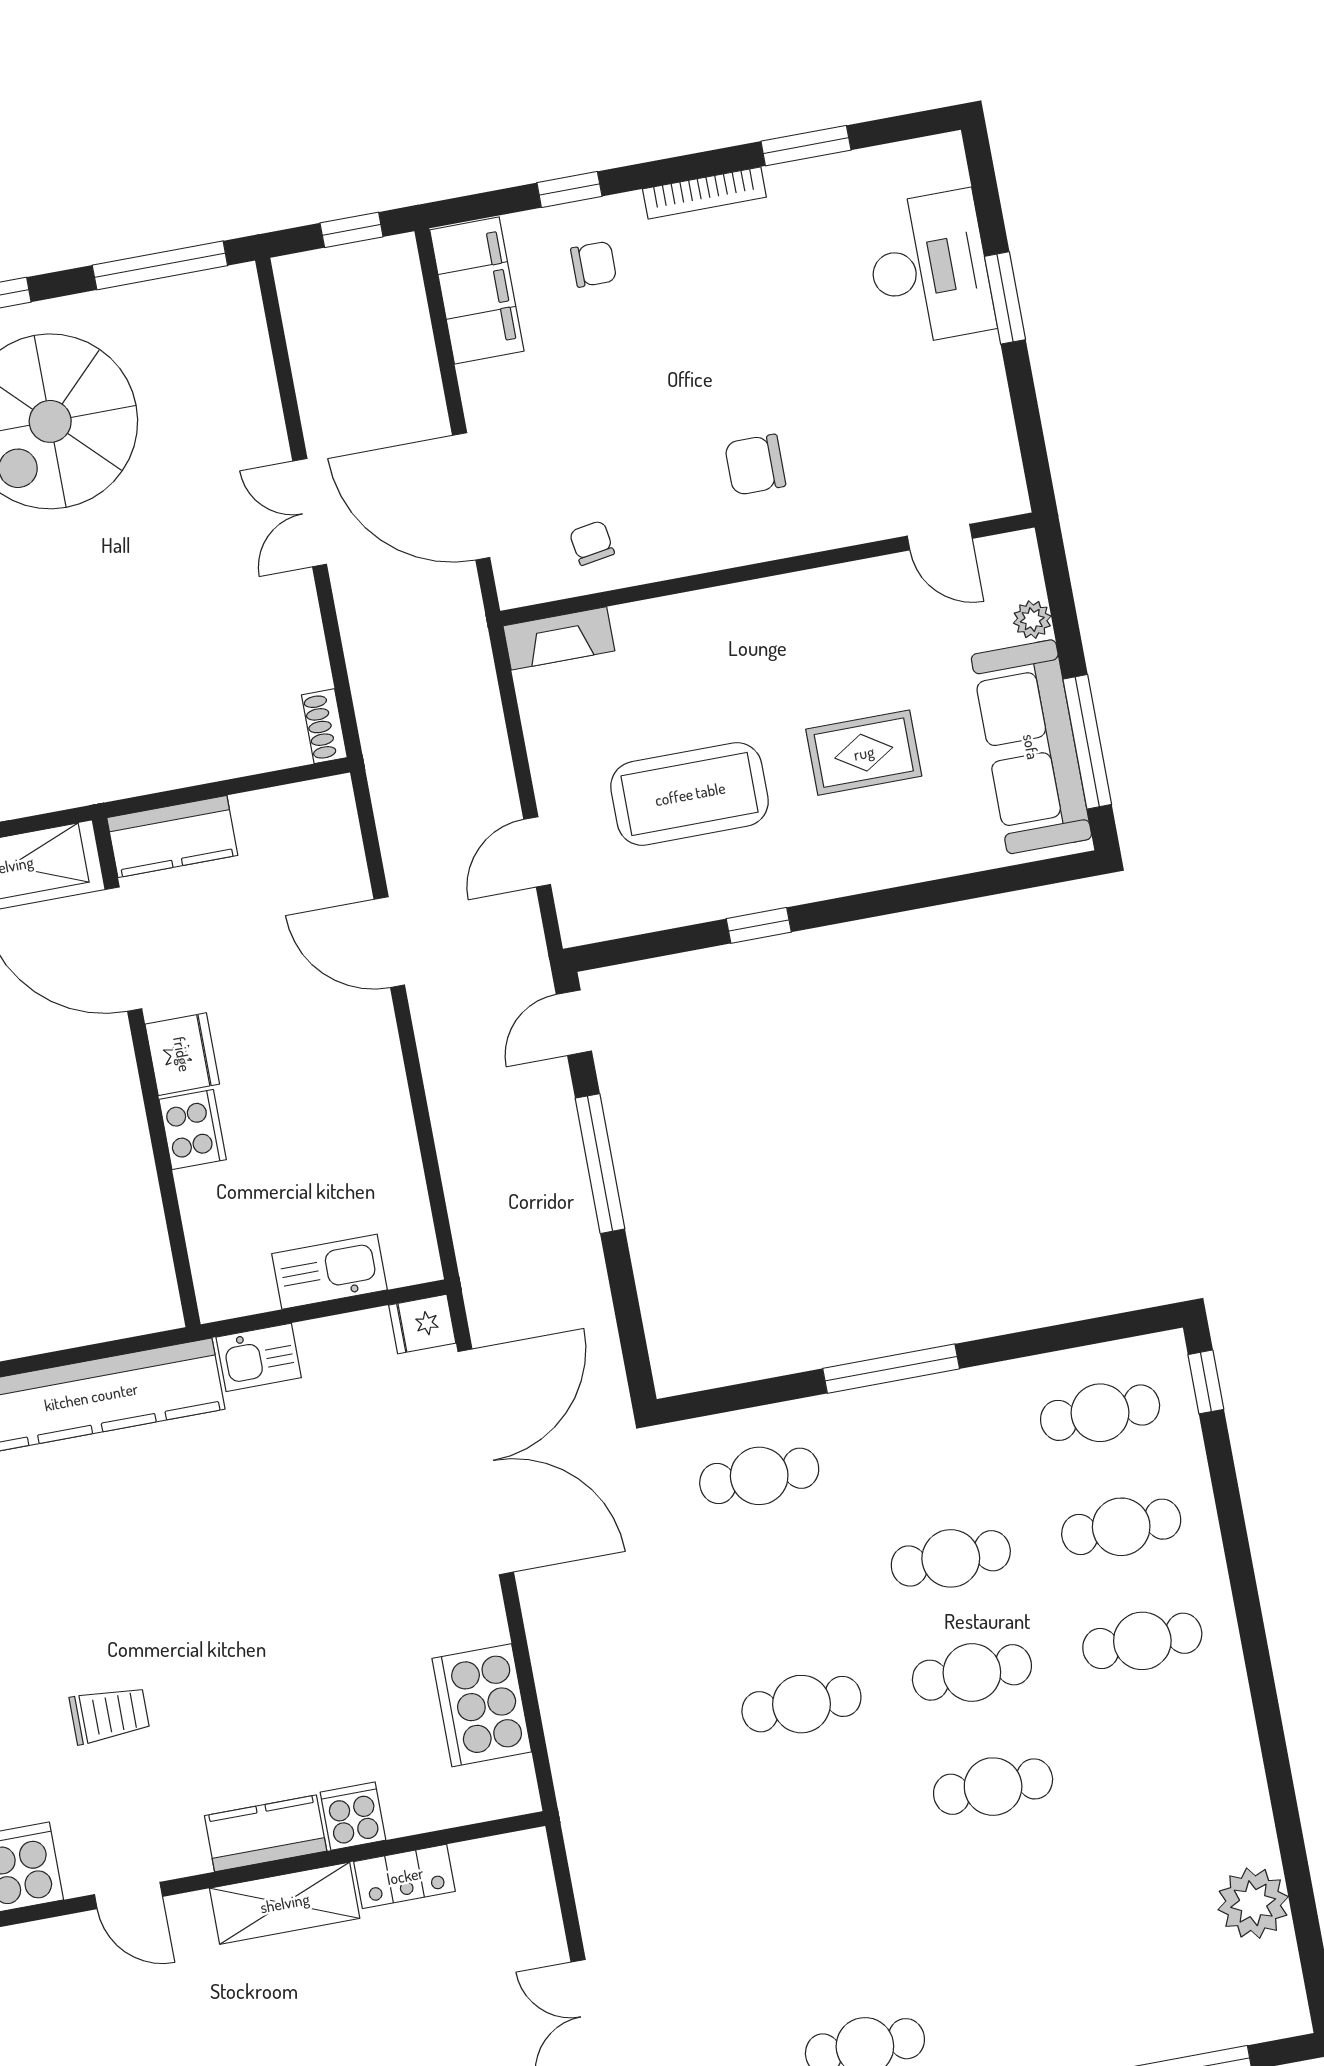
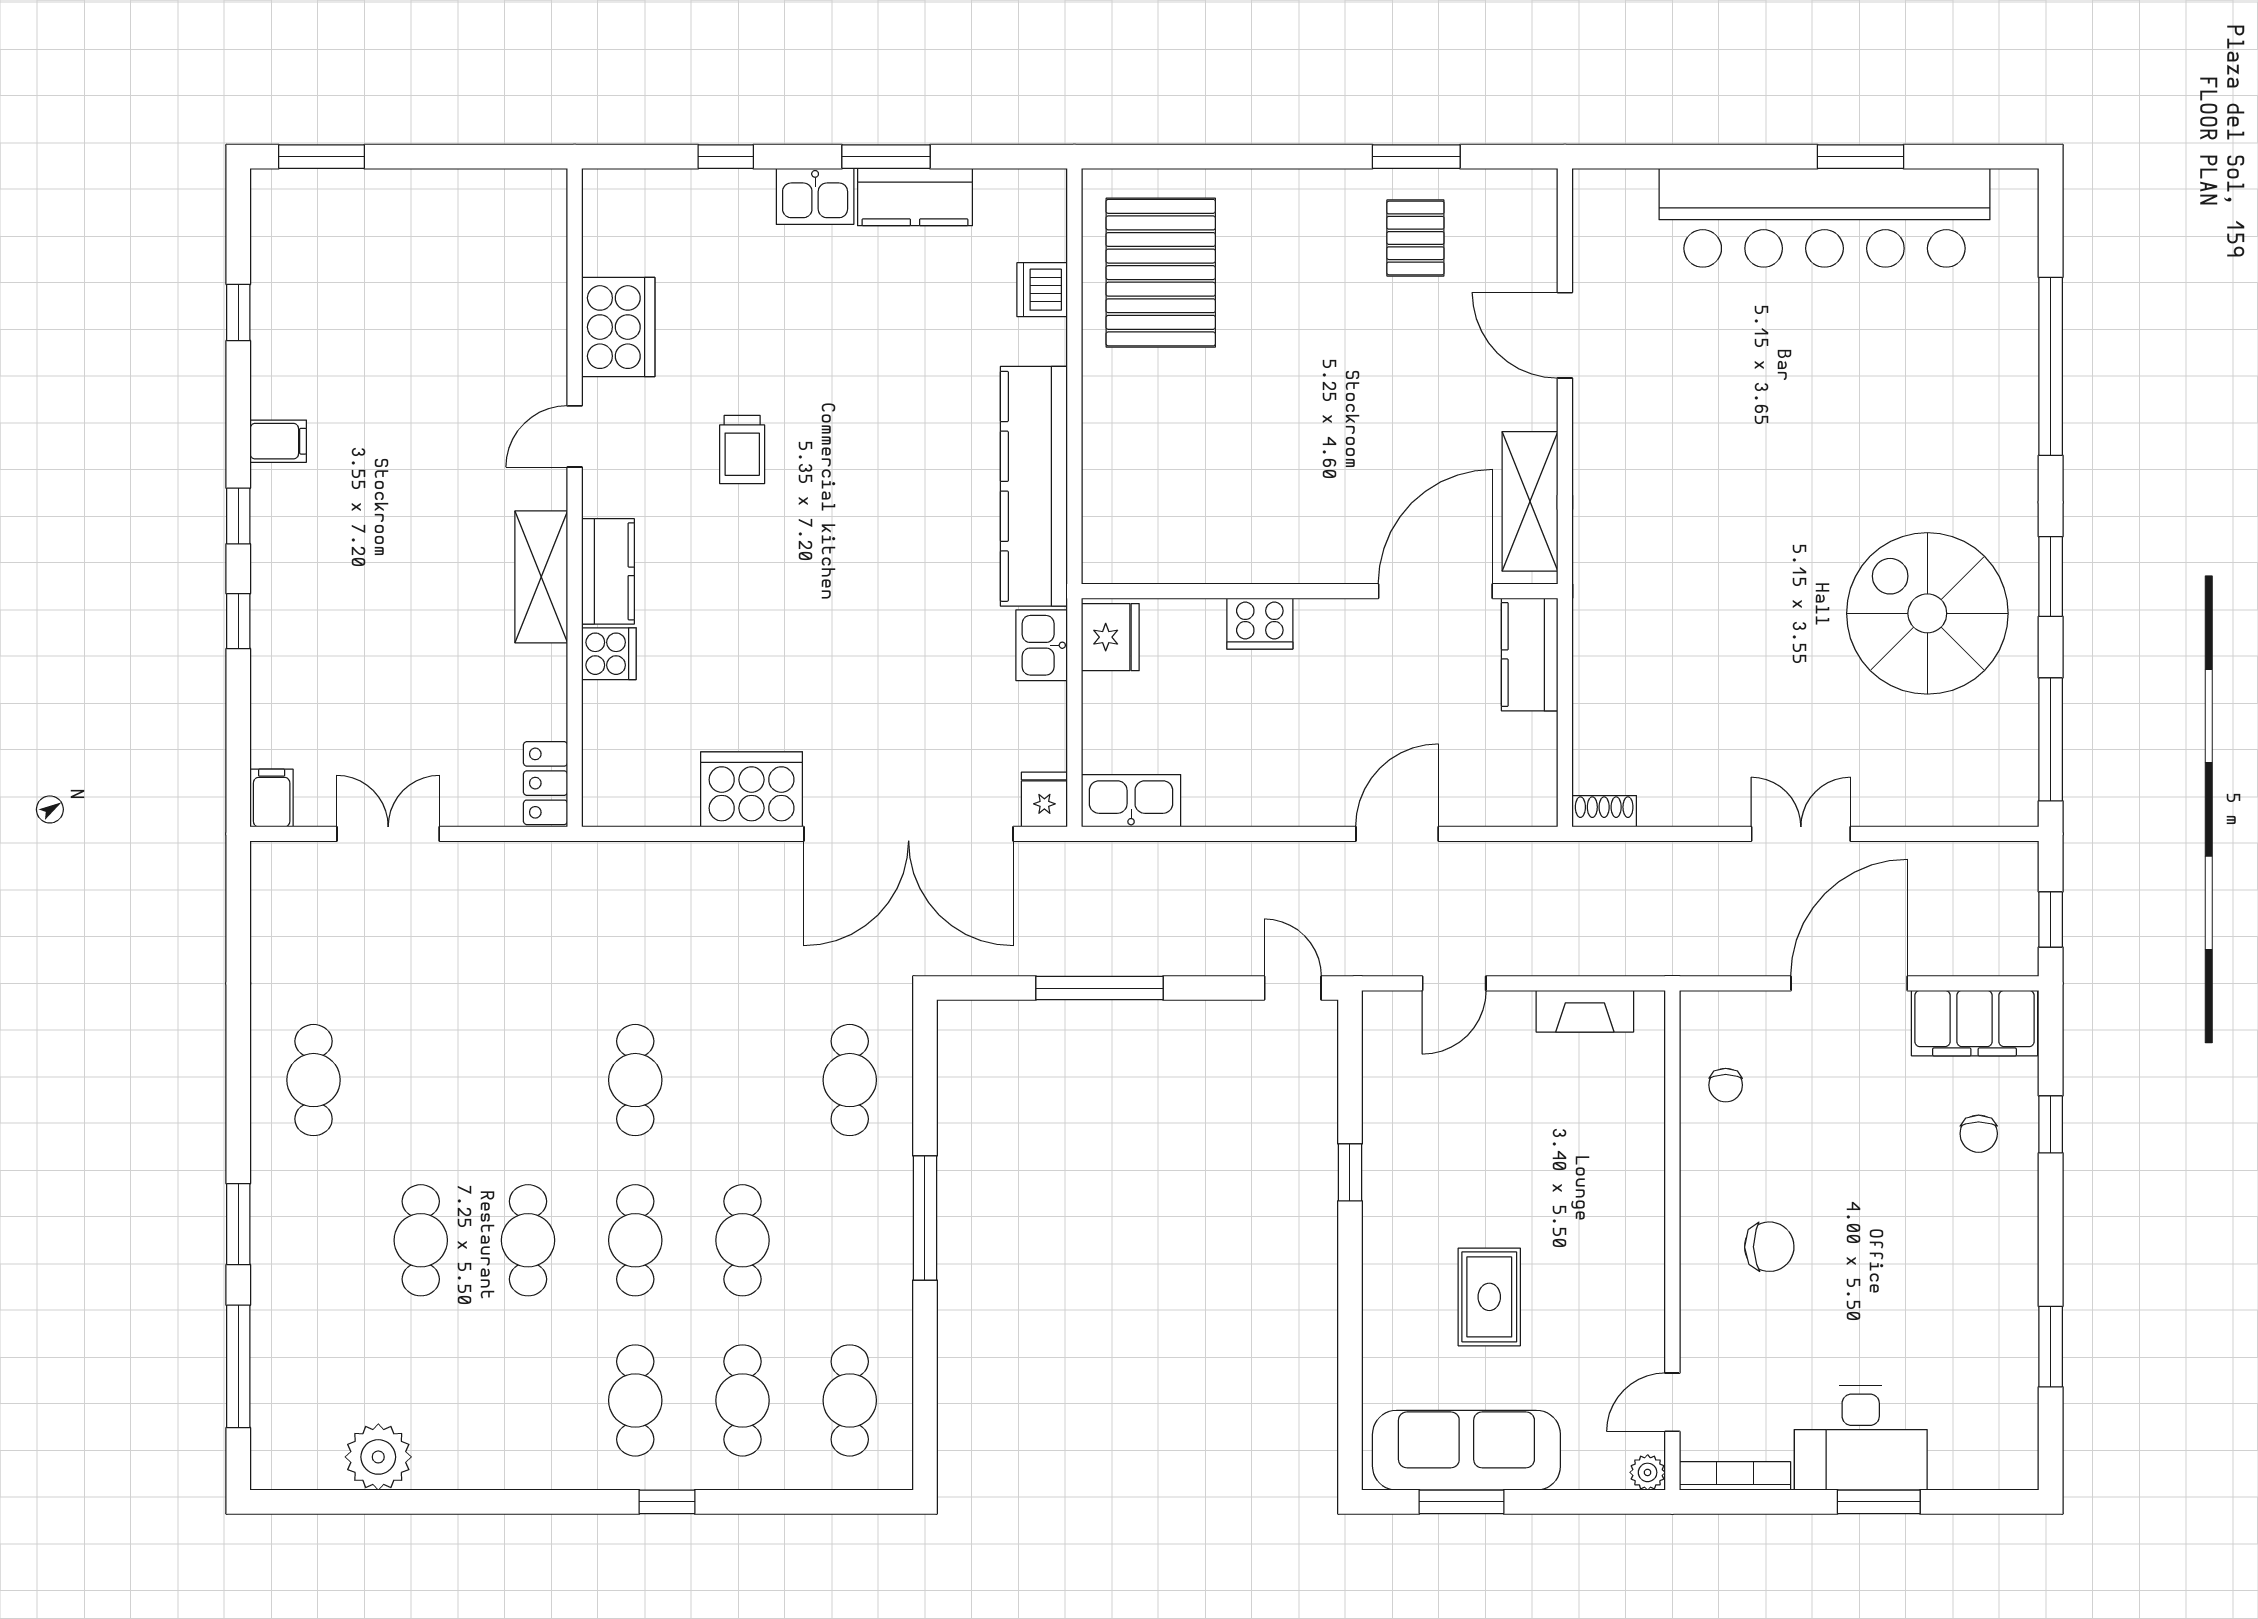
bookcase: (704, 193) -> (1735, 1476), moved, turned 90
desk: (929, 268) -> (1861, 1438), moved
chair: (755, 465) -> (1769, 1247), turned 89
door: (471, 496) -> (1849, 983), moved
chair: (592, 543) -> (1726, 1085), turned 99
plant: (1032, 620) -> (1648, 1472), moved
fireplace: (559, 638) -> (1585, 1011), moved, turned -90
window: (1087, 742) -> (1462, 1502), width x0.69
coffee table: (690, 794) -> (1481, 1132), removed
door: (537, 852) -> (1454, 983), swing flipped
fridge: (182, 1054) -> (1110, 637), moved, turned -90
window: (600, 1164) -> (1100, 988), moved
kitchen sink: (330, 1272) -> (1131, 801), moved, turned -90
window: (1206, 1382) -> (667, 1502), moved
cooker: (482, 1705) -> (752, 789), moved
locker: (405, 1876) -> (545, 783), moved
cafe table: (1014, 1901) -> (421, 1240), added

